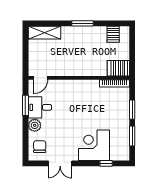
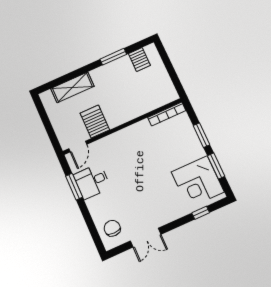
window: (82, 23) -> (113, 57), moved
shelving: (44, 33) -> (72, 87), moved
server rack: (118, 68) -> (95, 121), moved, turned 90
plant: (35, 125) -> (95, 205), removed
corner desk: (94, 145) -> (198, 182), moved, turned -90

